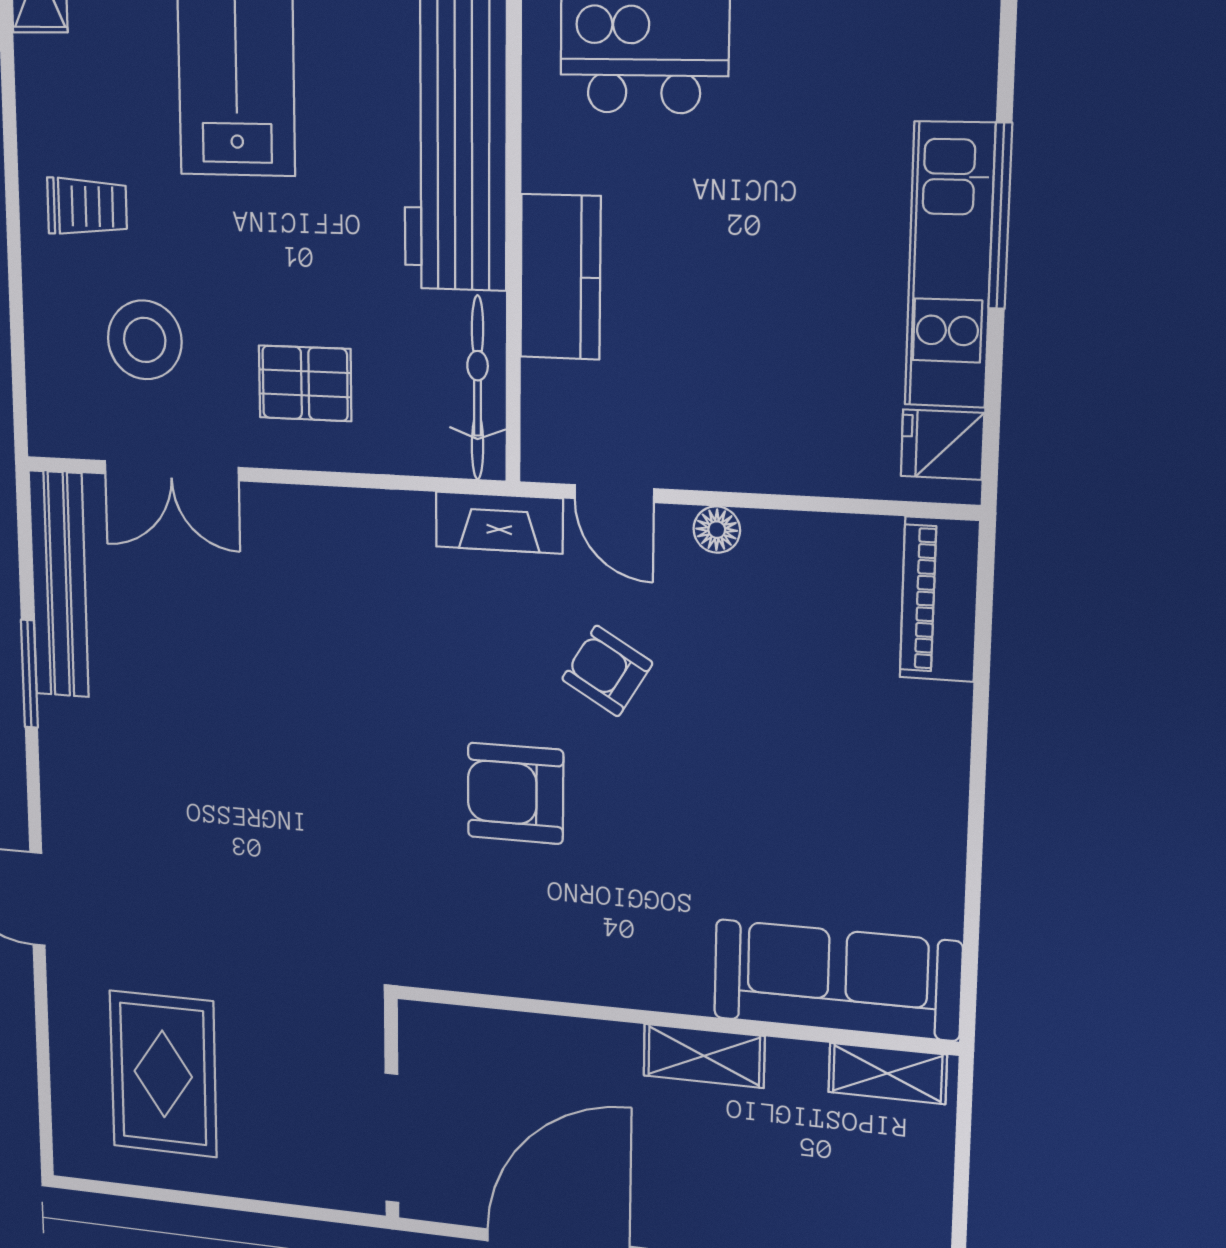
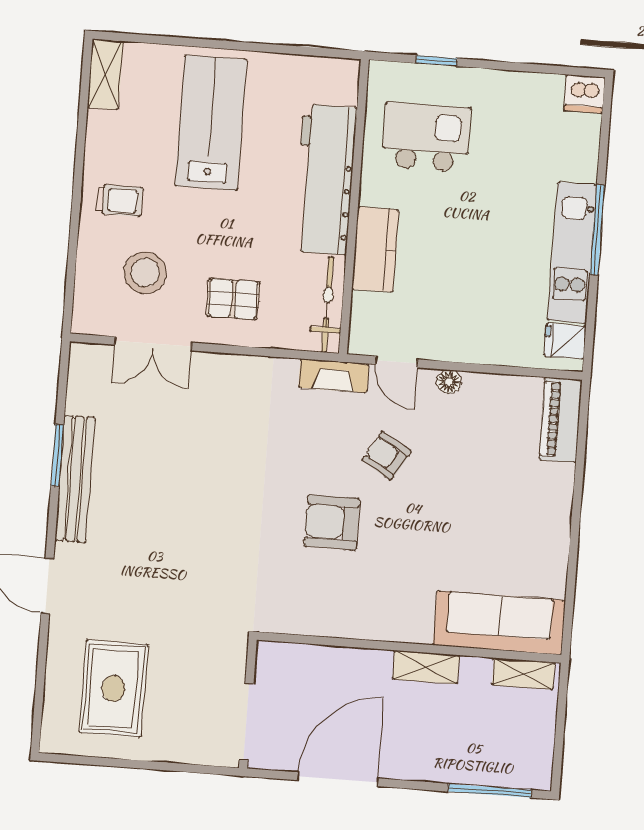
bench: (59, 584) -> (75, 479), moved

